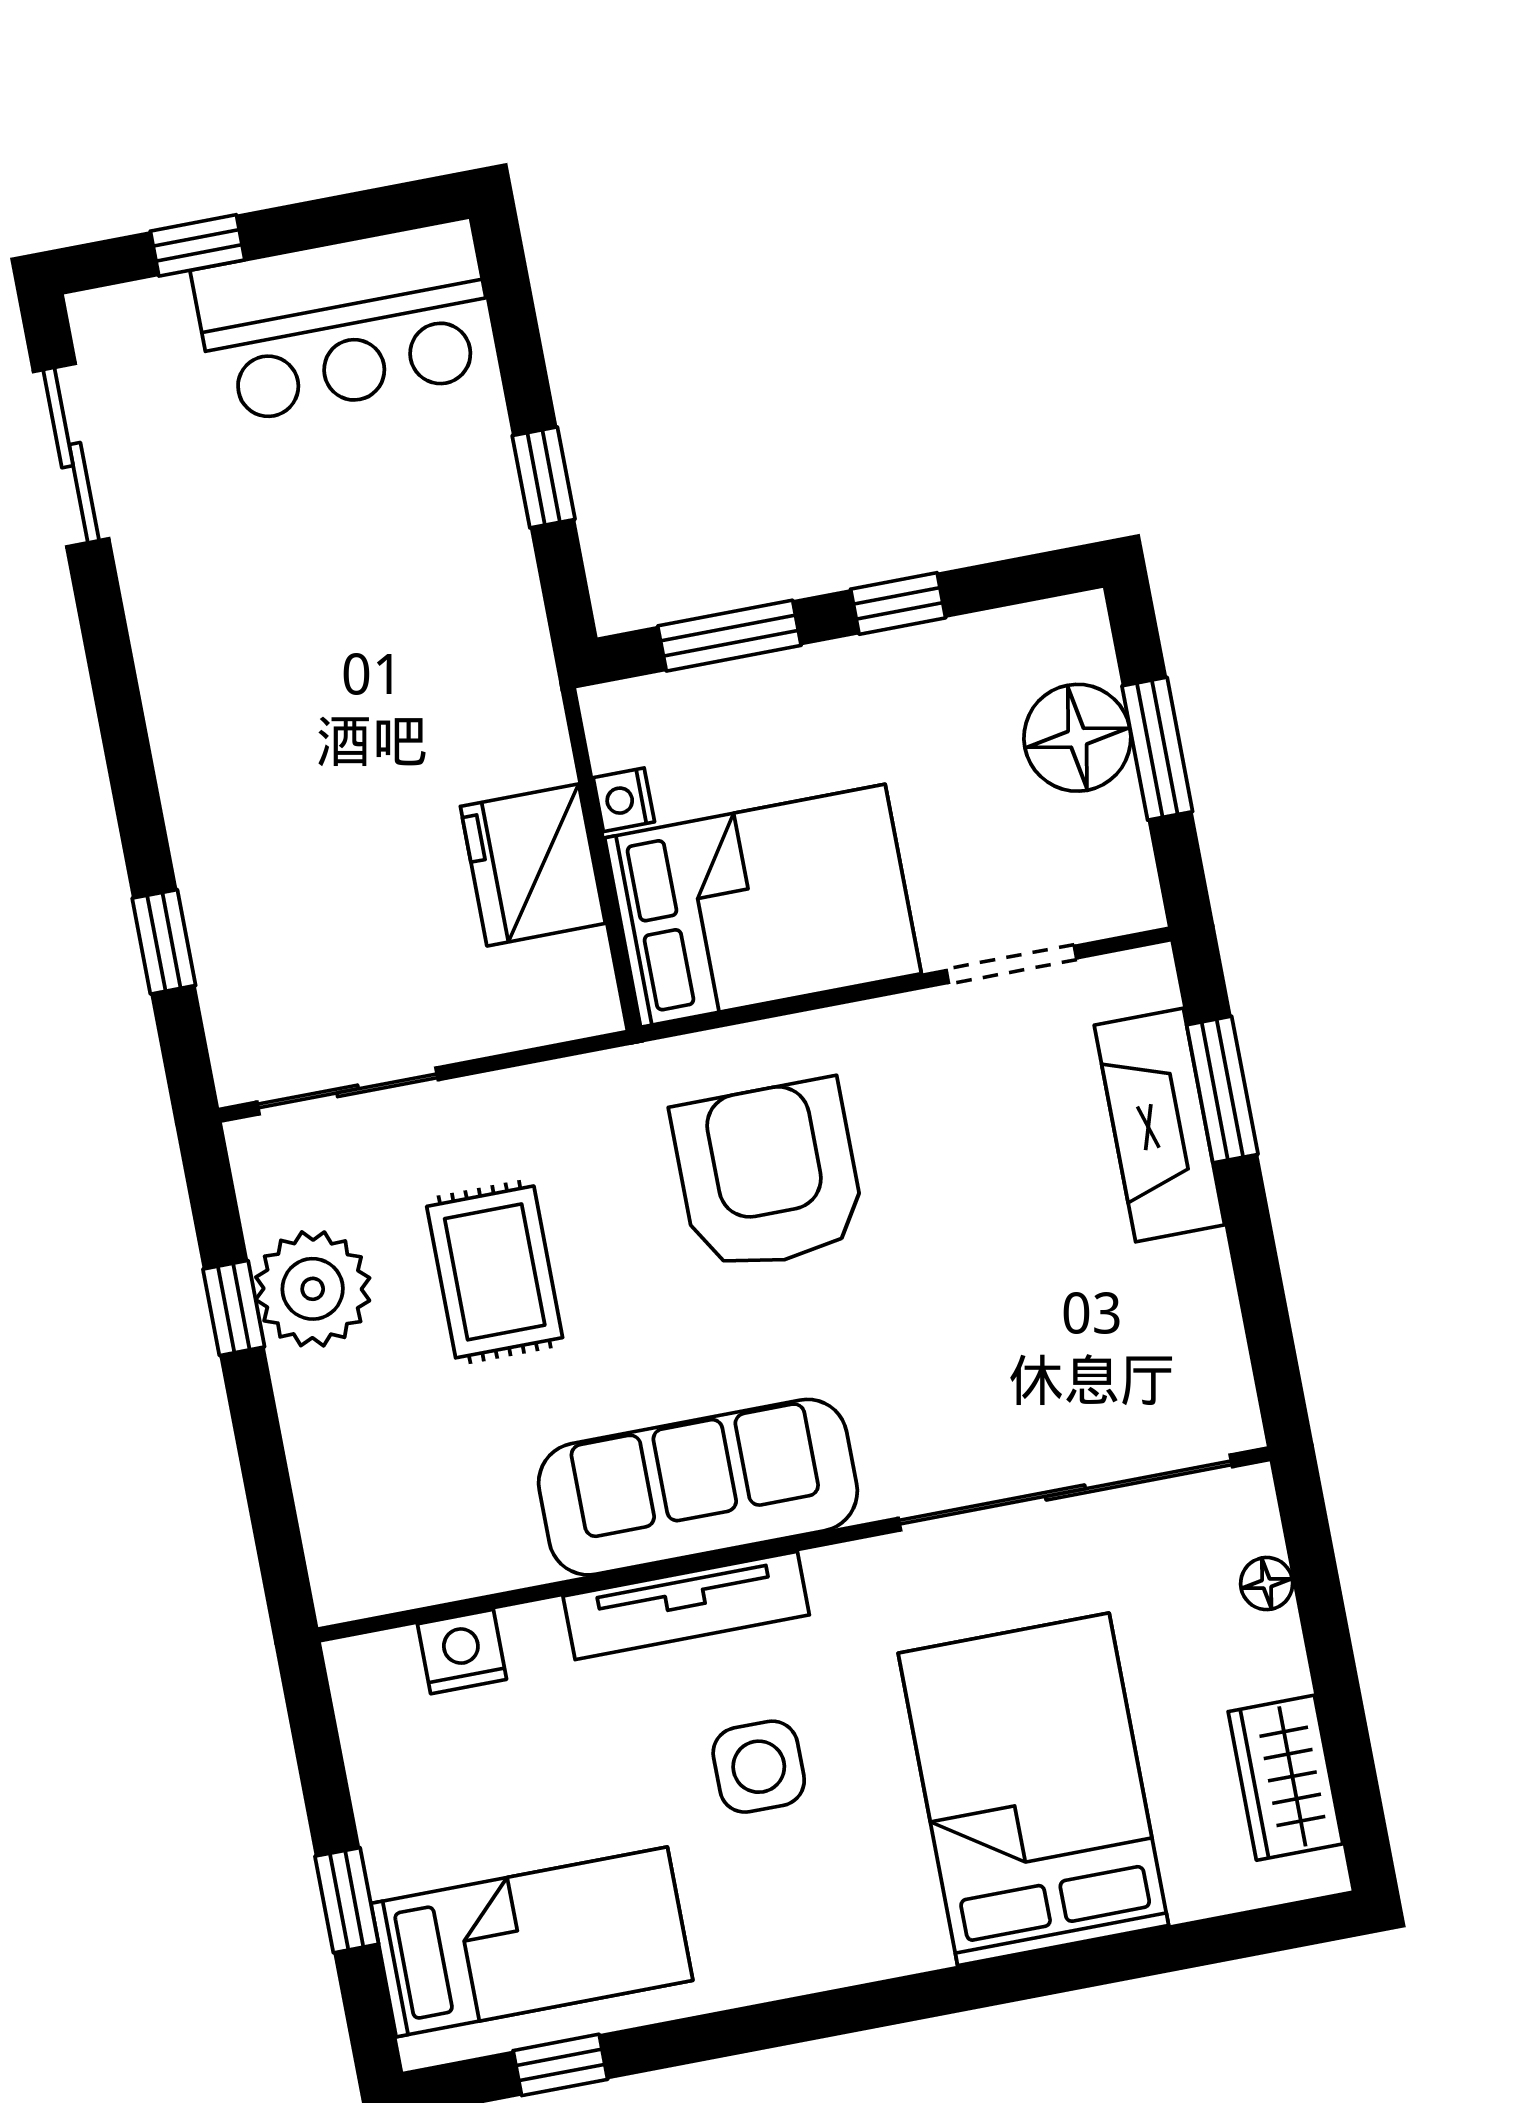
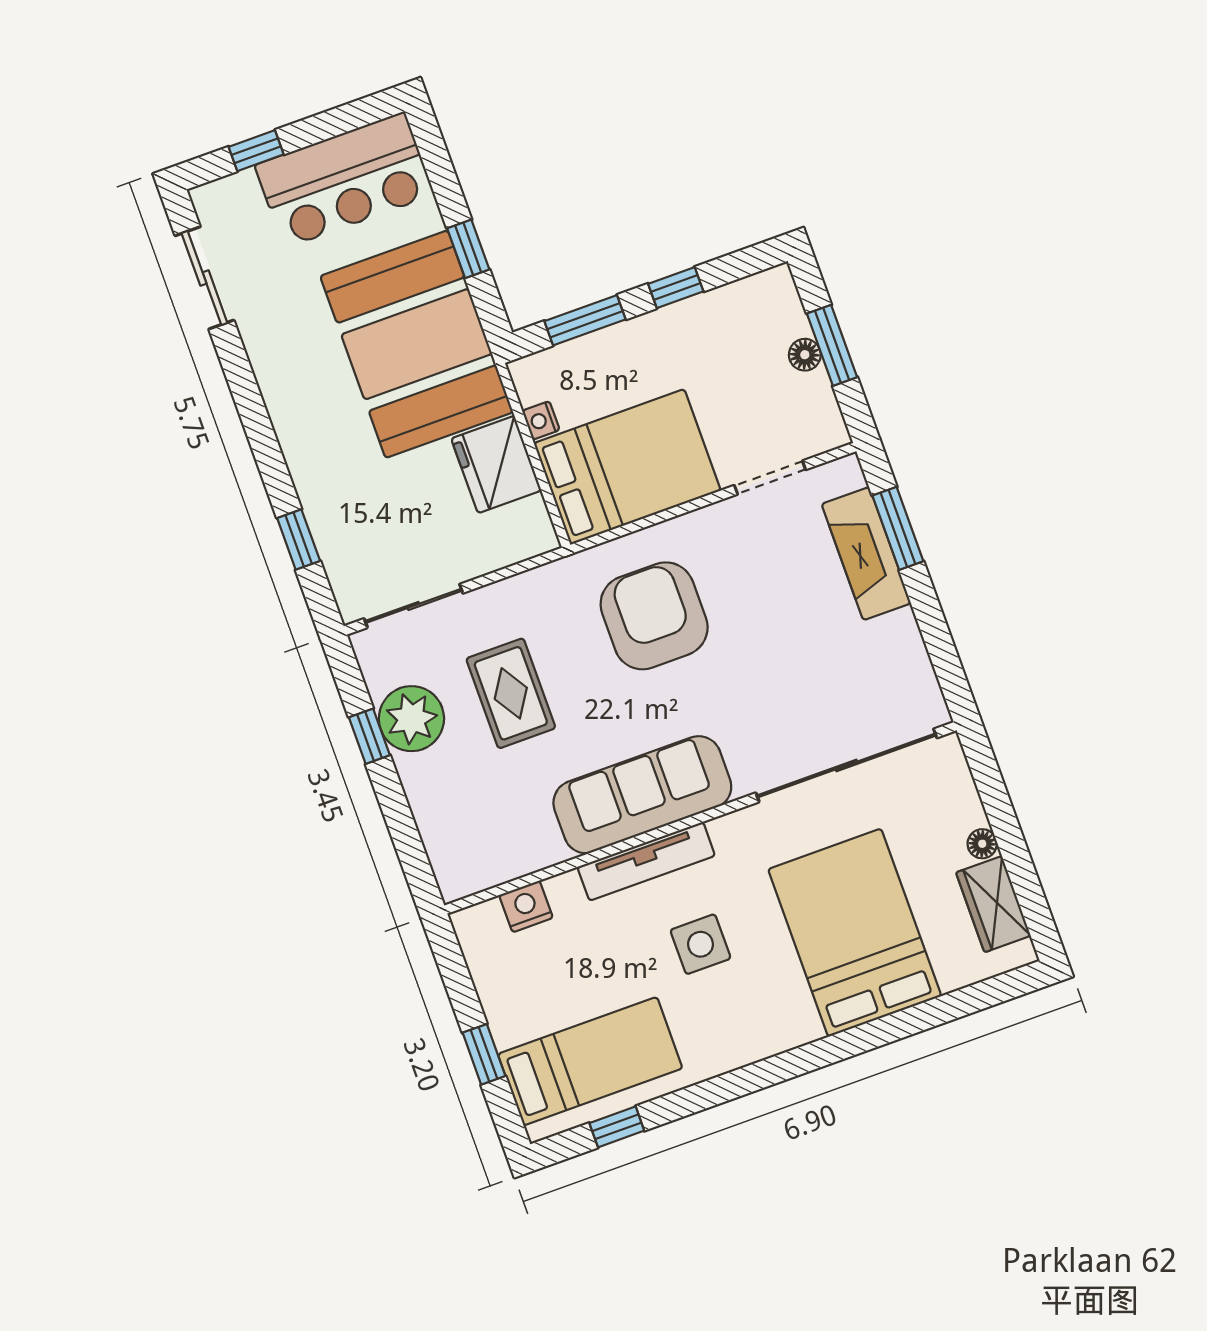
booth: (426, 631) -> (417, 344), added
floor lamp: (1077, 738) -> (805, 355), width x0.53, depth x0.53
floor lamp: (1267, 1584) -> (982, 844), moved

